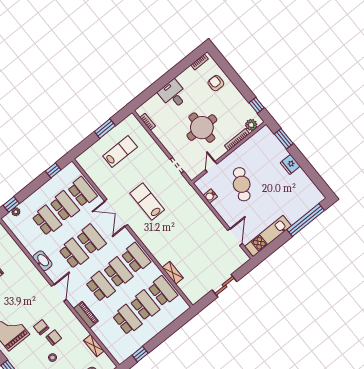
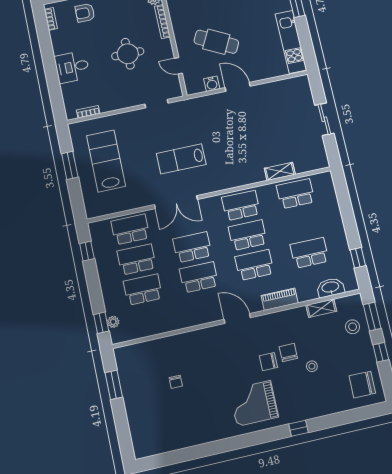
round table: (202, 128) -> (128, 54), width x0.73, depth x0.73
lab bench: (120, 151) -> (106, 161), width x1.36, depth x1.39
door: (235, 237) -> (238, 87), moved
washbasin: (42, 261) -> (330, 287), moved
school desk: (145, 305) -> (303, 223), removed

